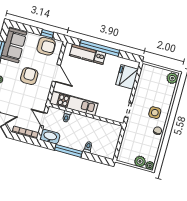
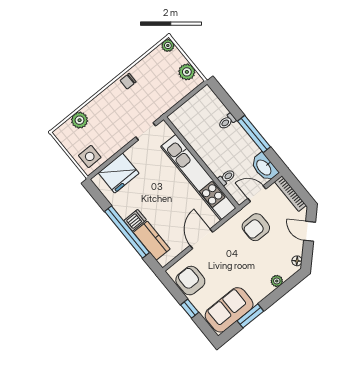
window: (47, 34) -> (190, 309), moved
armchair: (29, 76) -> (256, 227), moved
plant: (172, 78) -> (80, 120), moved
kitchen unit: (74, 103) -> (198, 177), width x1.36
side table: (155, 113) -> (90, 156), moved
door: (44, 119) -> (257, 194), swing flipped
plant: (140, 161) -> (187, 72), moved

